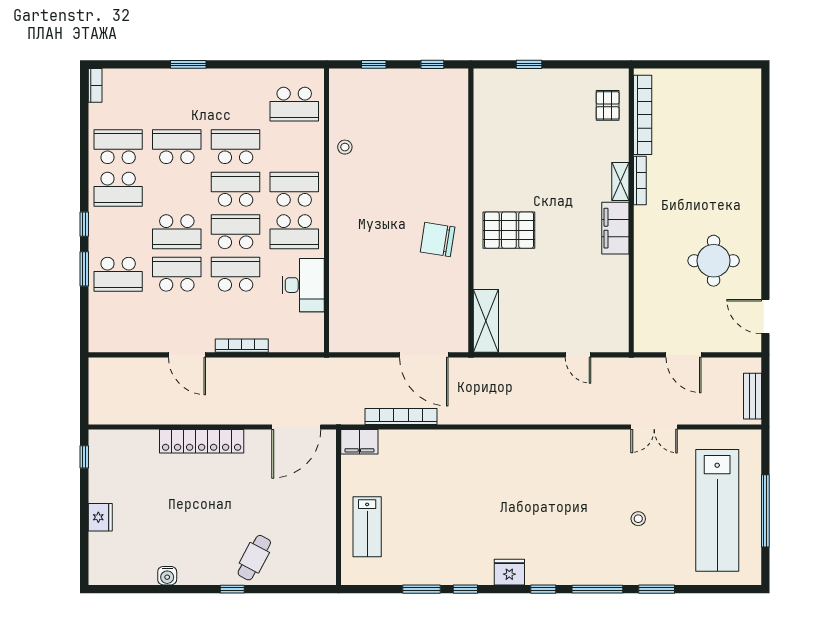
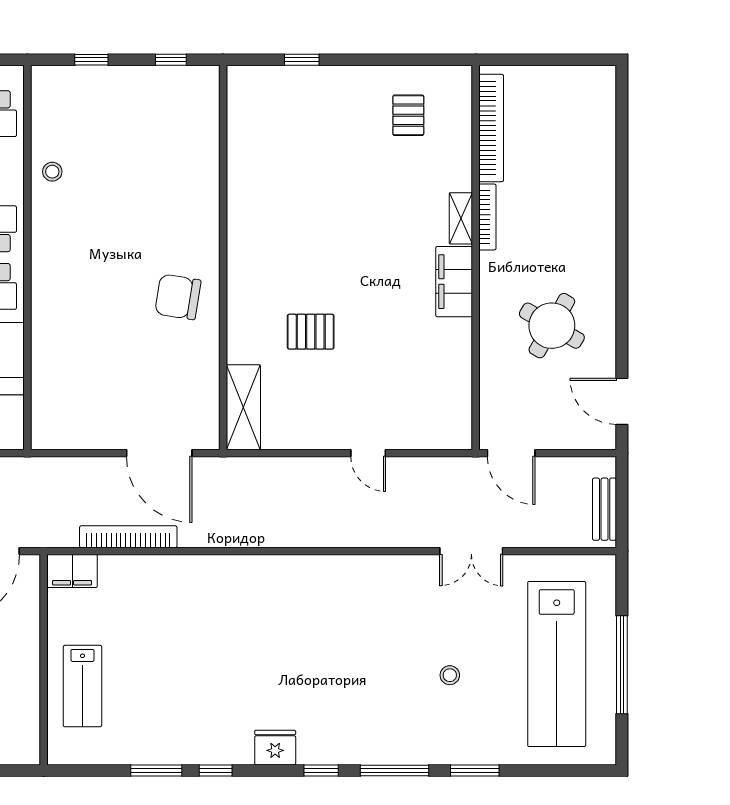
bookcase: (643, 115) -> (491, 128), moved
bookcase: (640, 181) -> (487, 217), moved
shelving: (620, 182) -> (461, 218), moved
wall: (631, 210) -> (476, 258), moved
filing cabinet: (615, 228) -> (454, 282), moved
pallet: (509, 230) -> (311, 332), moved, width x0.67, depth x0.71
round table: (714, 261) -> (552, 326), turned 30

